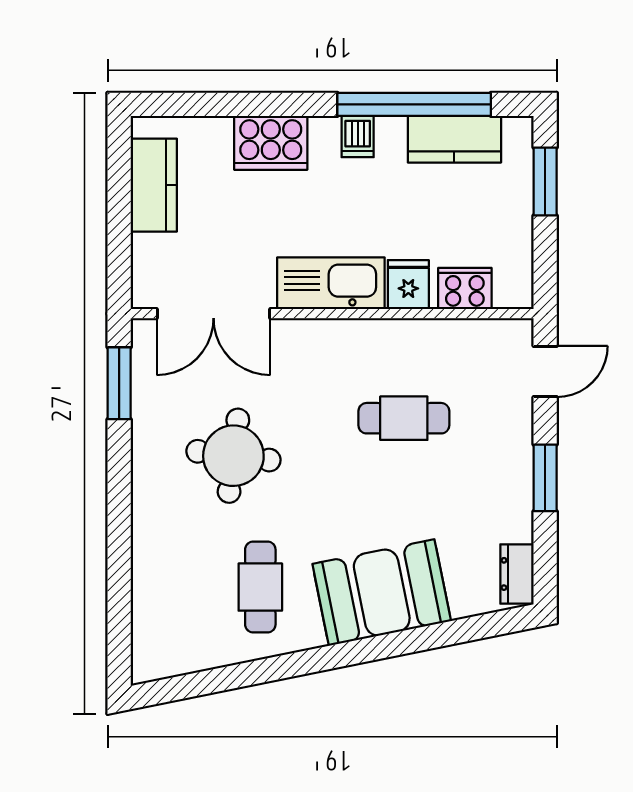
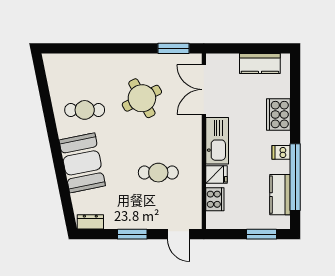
cafe table: (404, 418) -> (158, 173), turned 90
round table: (233, 456) -> (142, 98), turned -35

